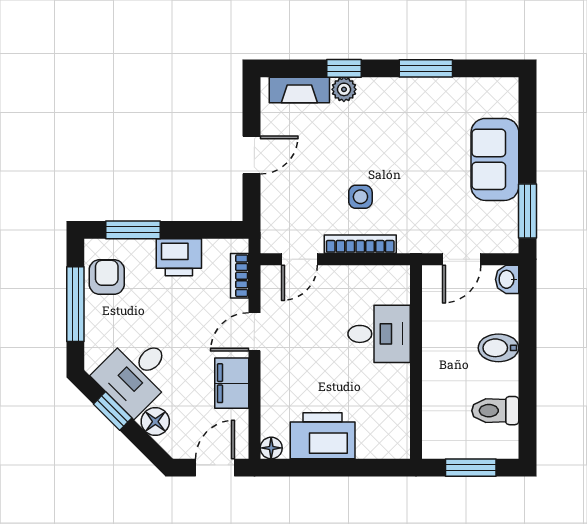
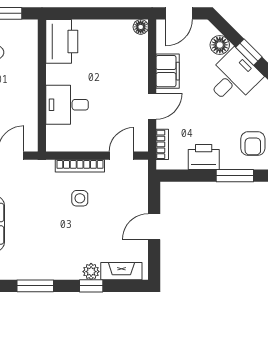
printer: (323, 436) -> (62, 41), moved, turned -90

